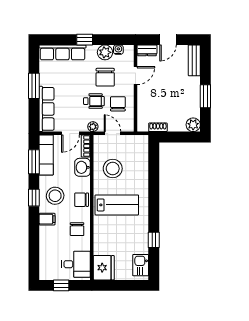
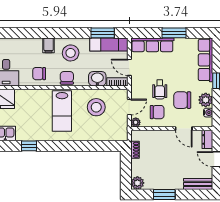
plant: (93, 127) -> (136, 122), moved
window: (34, 198) -> (69, 33), removed

